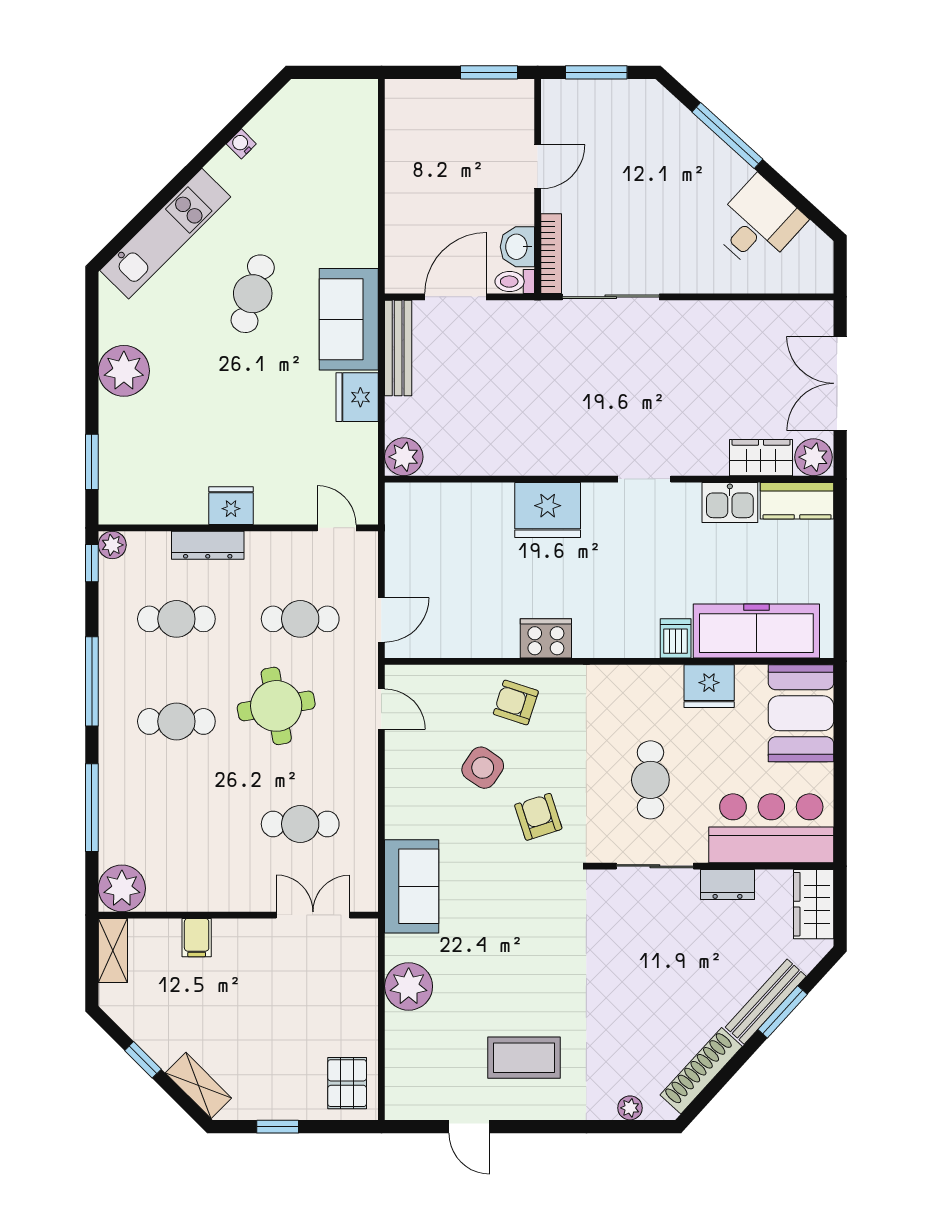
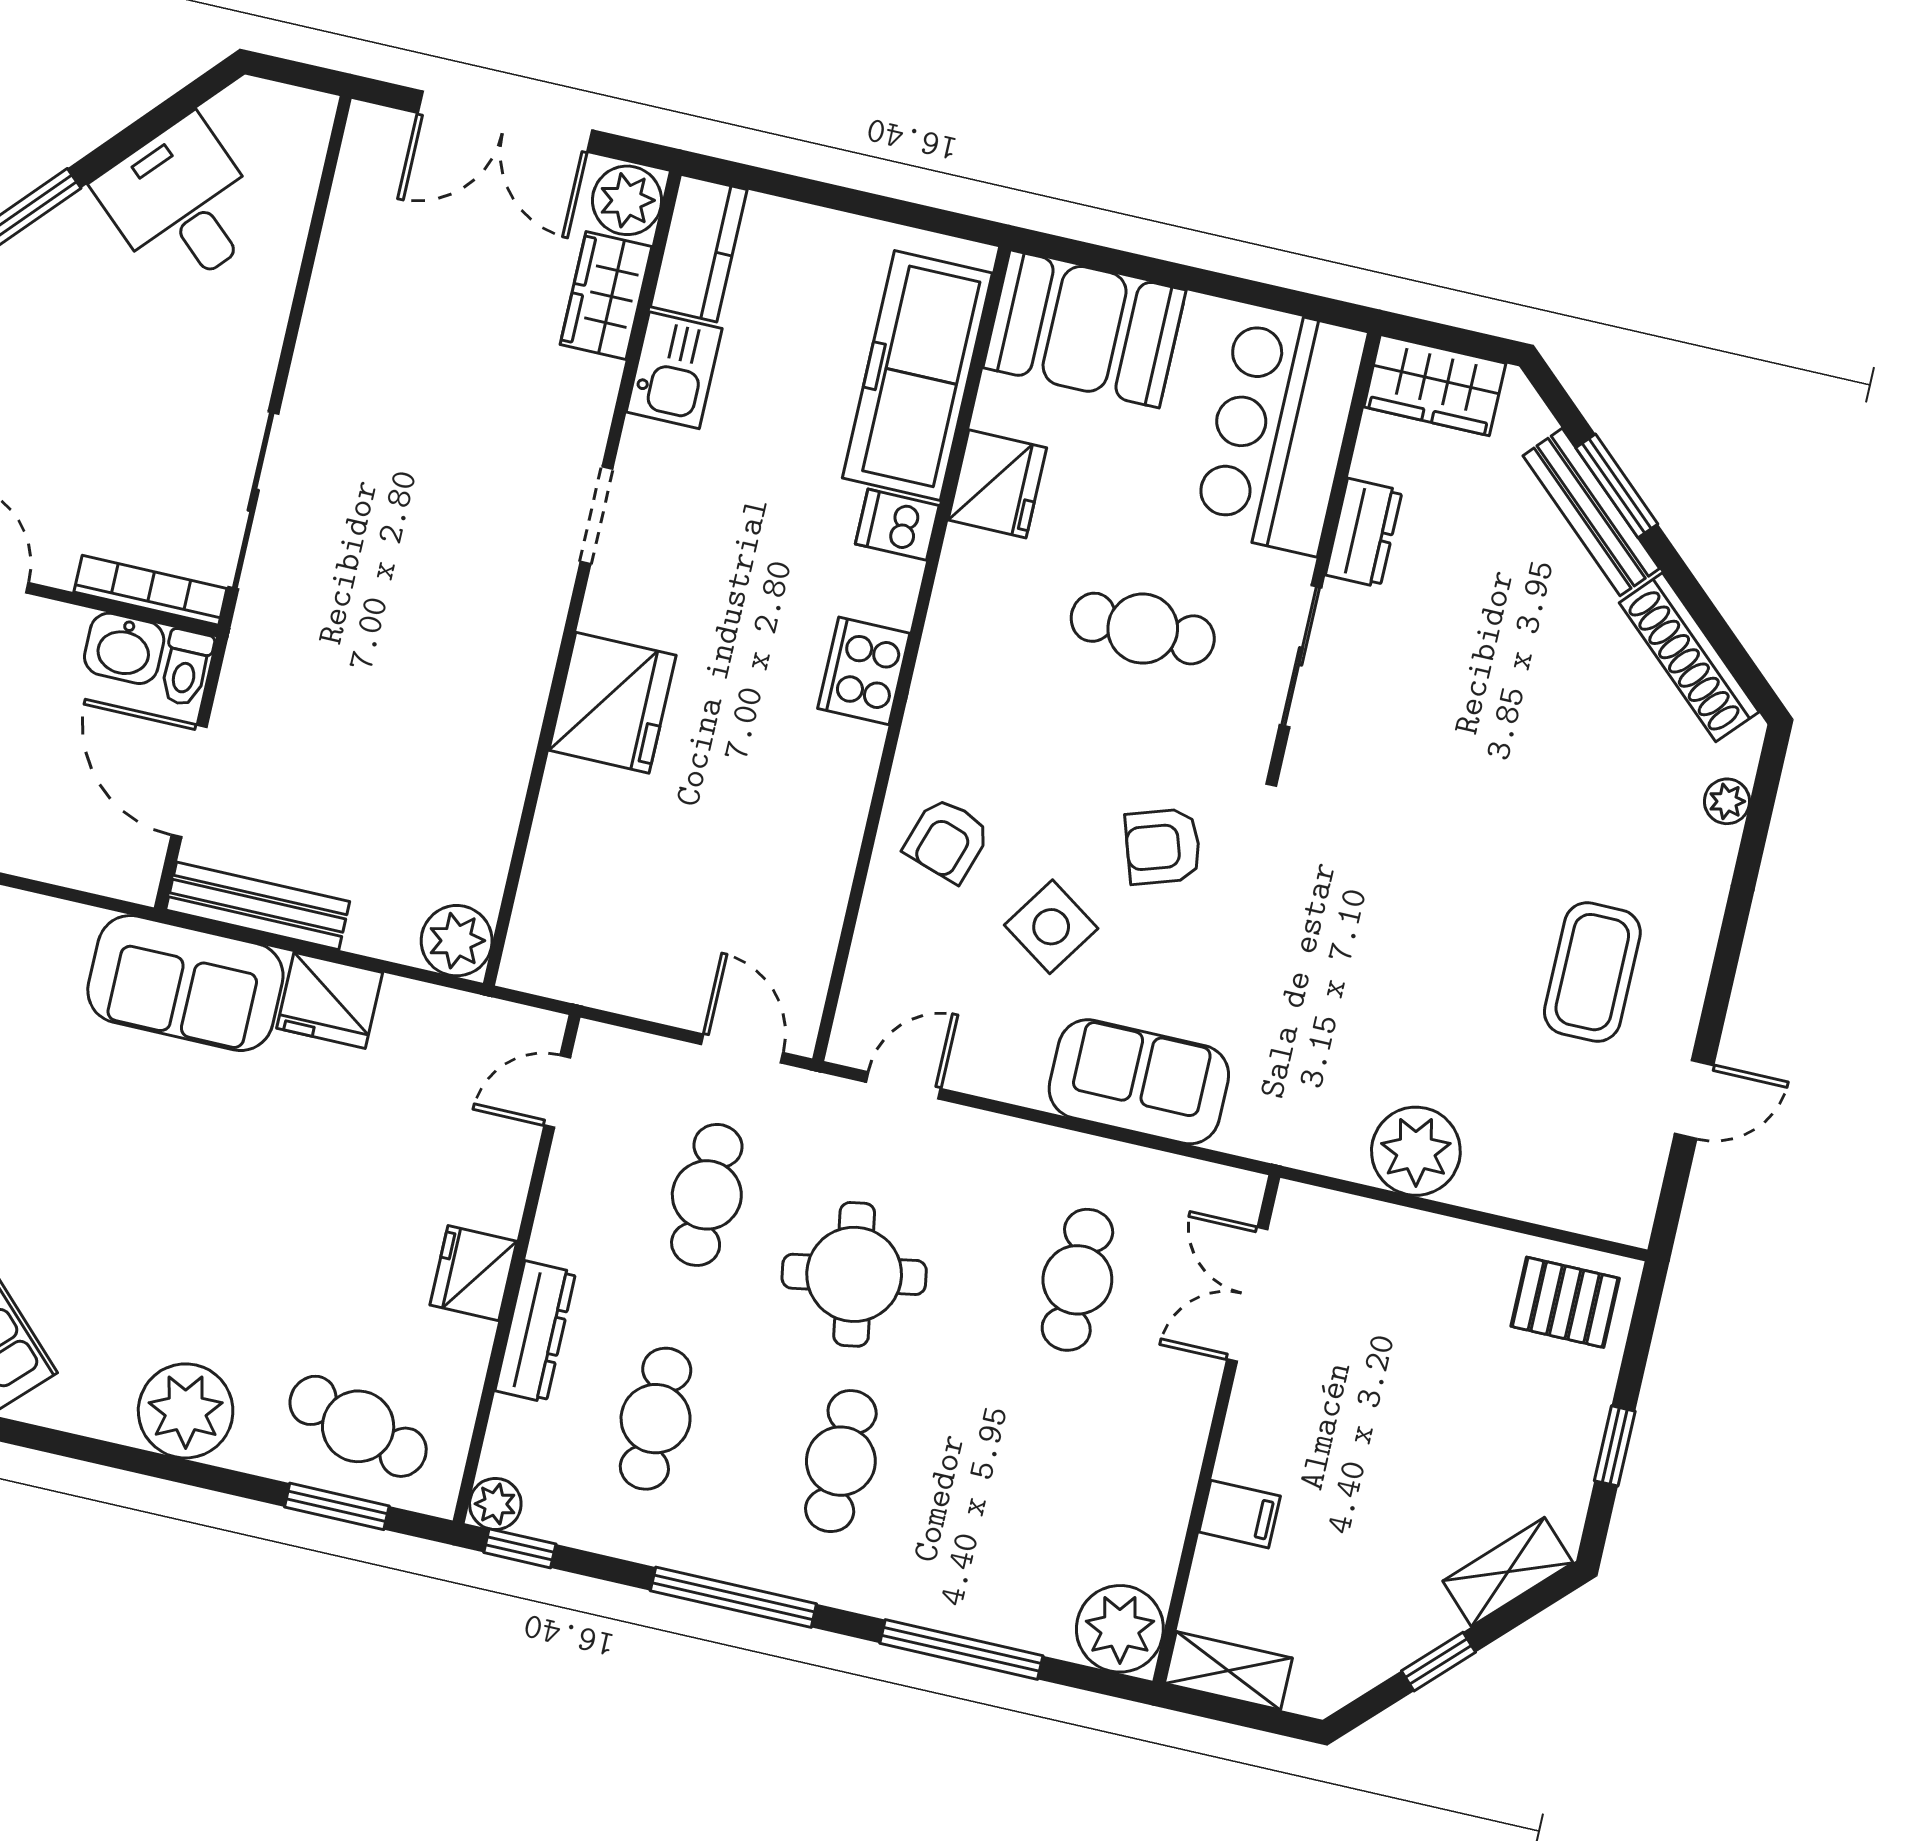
cafe table: (253, 294) -> (358, 1426), moved
cooker: (546, 638) -> (864, 671), moved
sofa: (412, 886) -> (1139, 1082), moved

